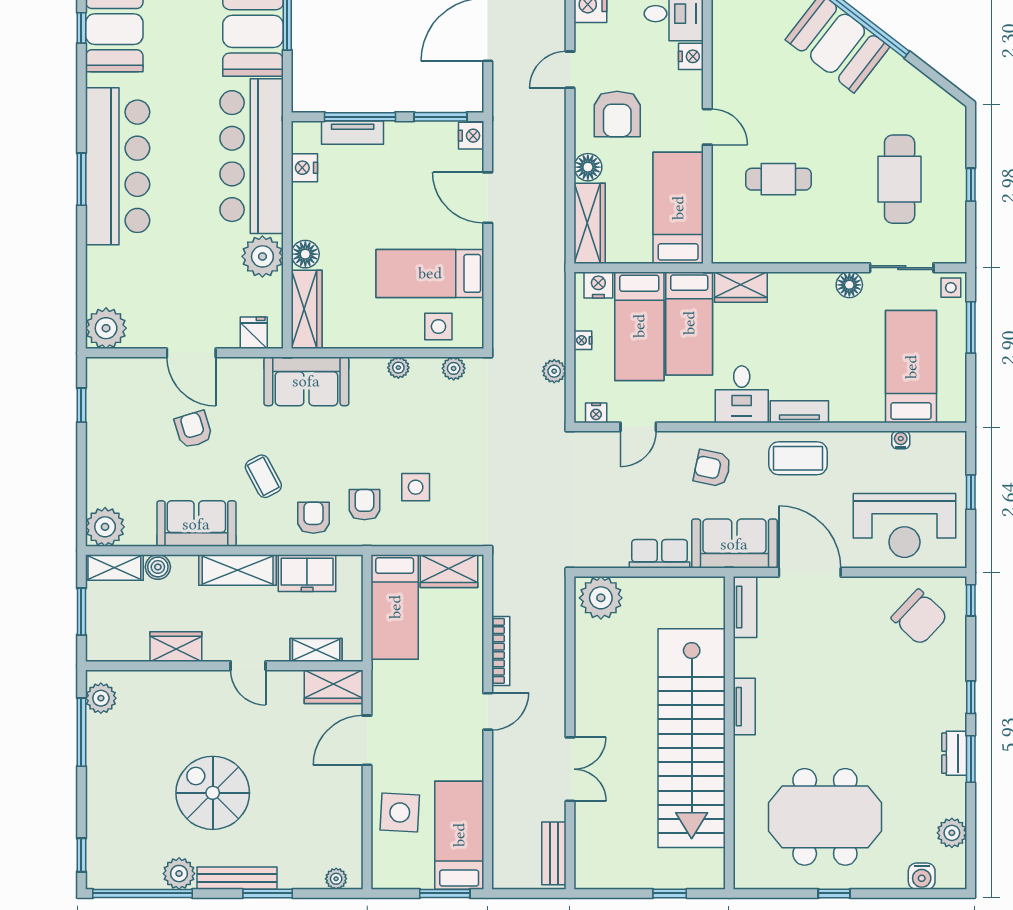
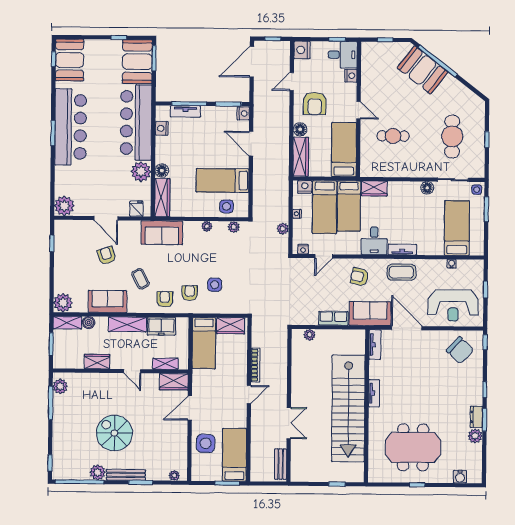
plant: (601, 598) -> (310, 335), width x0.53, depth x0.53
plant: (952, 833) -> (475, 436), moved

